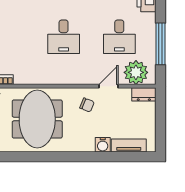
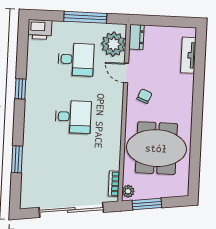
water cooler: (103, 145) -> (186, 82), removed

